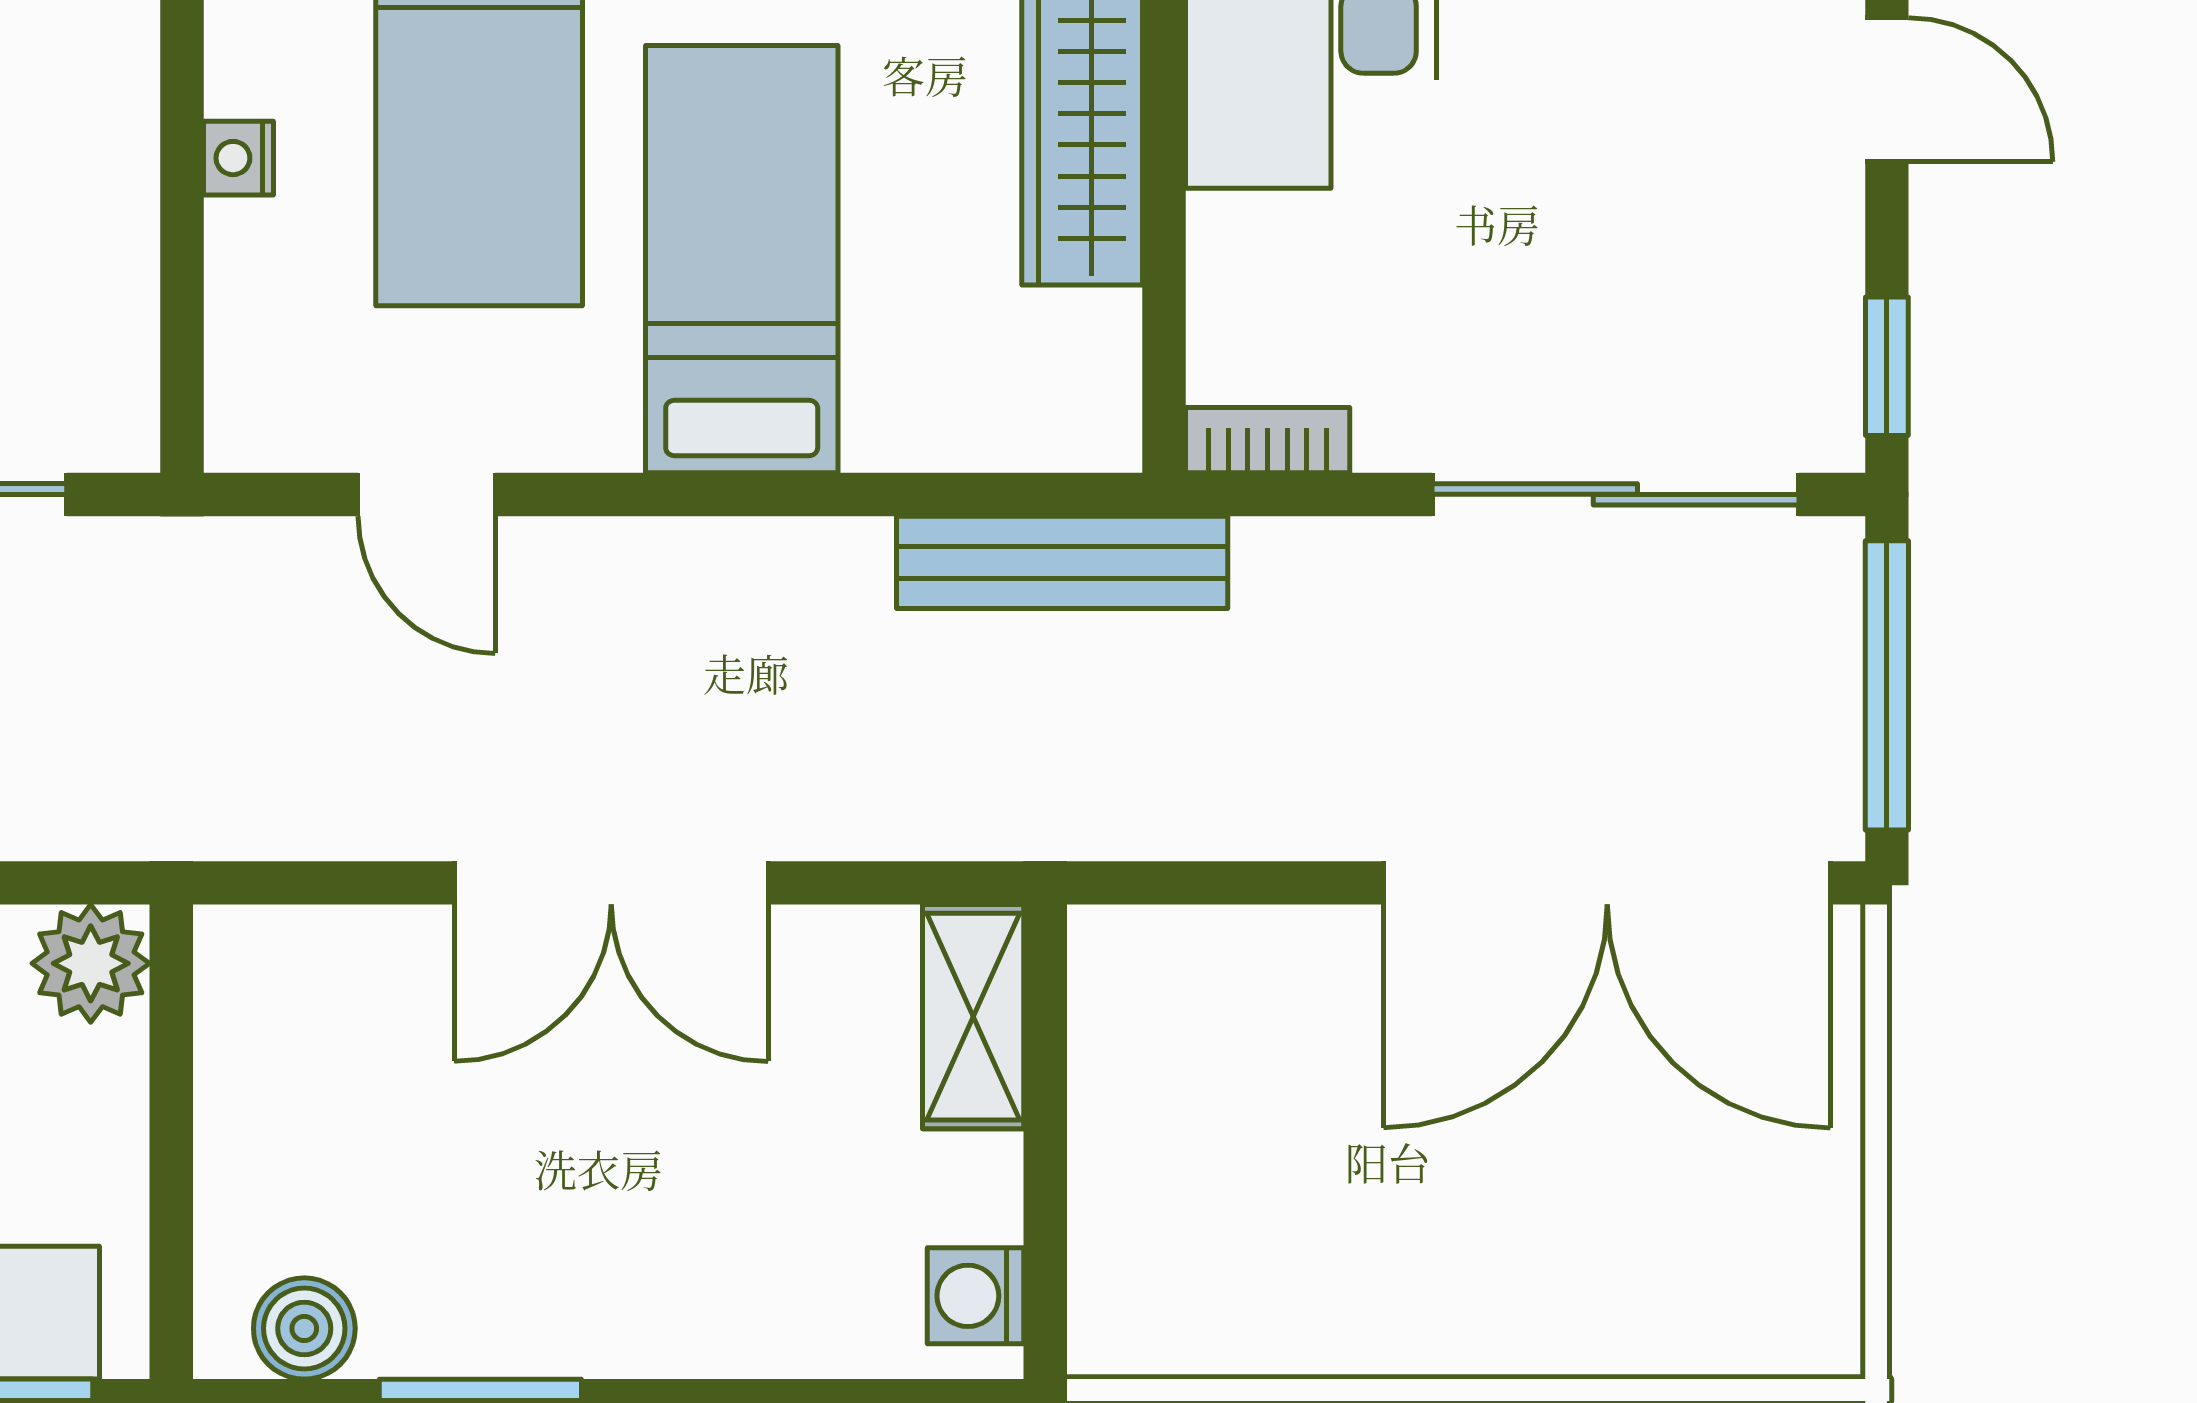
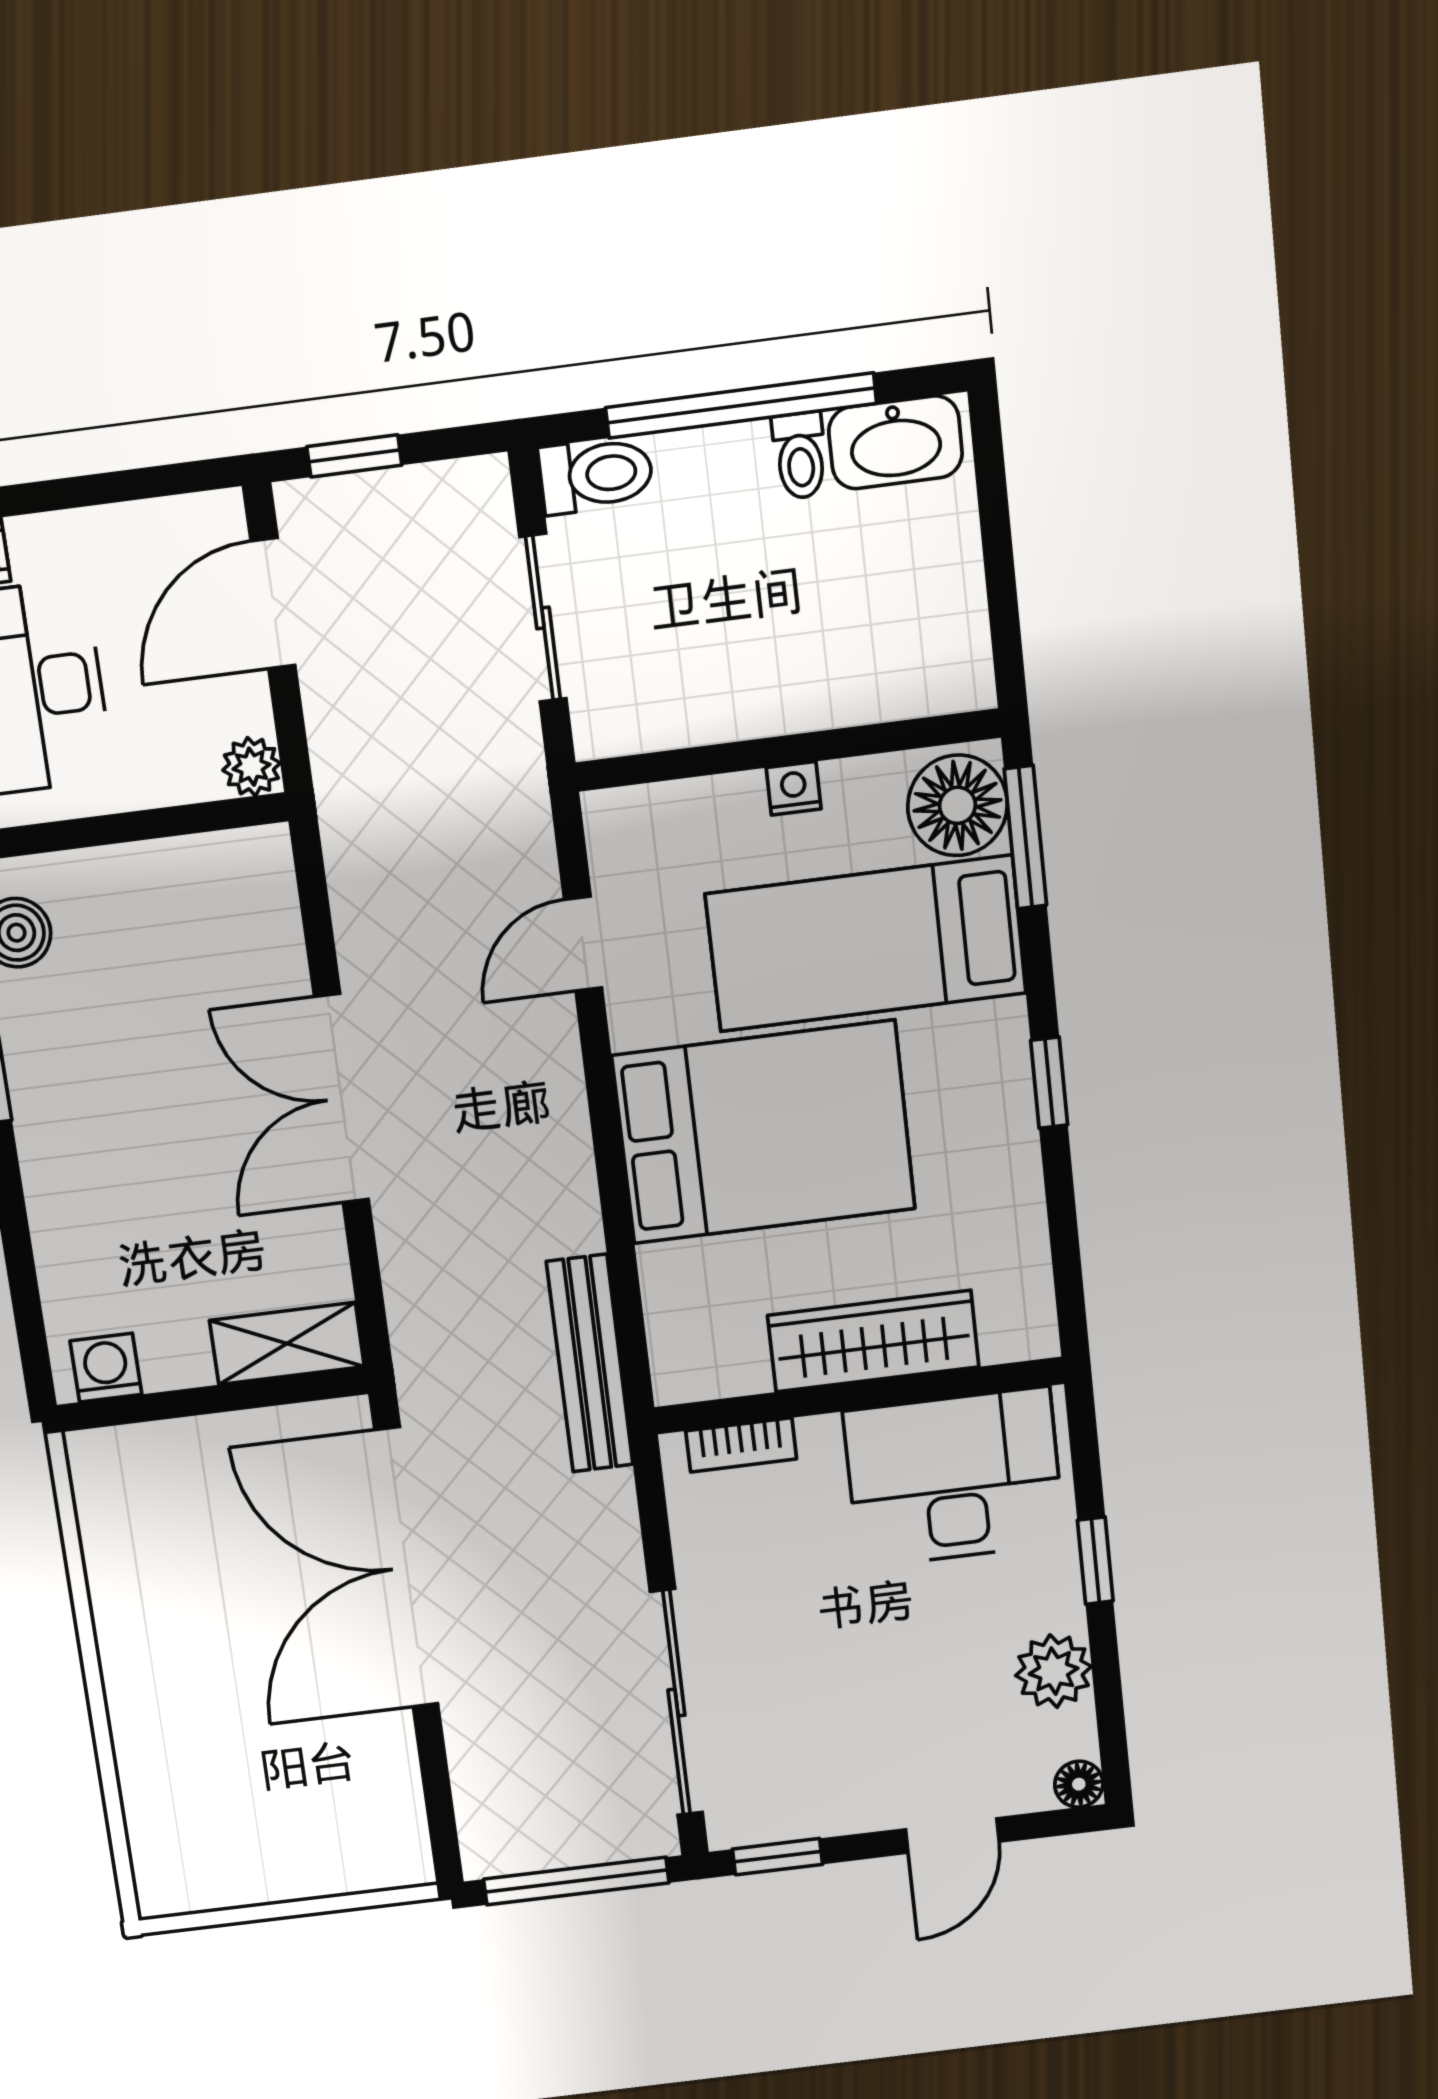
bed: (742, 259) -> (764, 1132), width x1.50
bookcase: (1268, 440) -> (741, 1445), moved, turned 90
double door: (1607, 883) -> (406, 1568), moved
plant: (91, 963) -> (251, 767), width x0.73, depth x0.73

